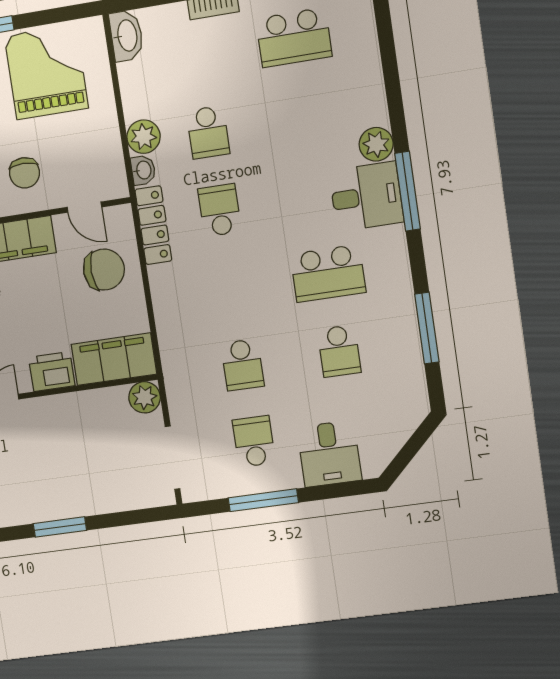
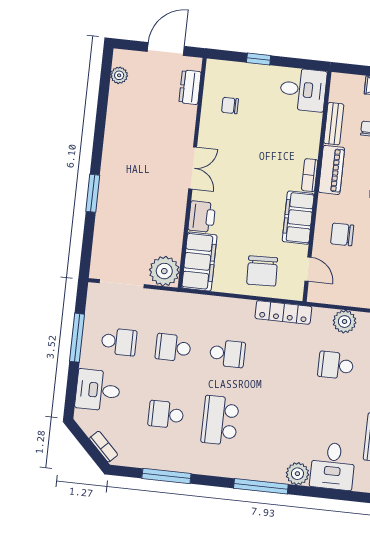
washbasin: (143, 170) -> (322, 315), removed
desk: (366, 196) -> (333, 466), moved
door: (84, 207) -> (308, 269), swing flipped
school desk: (220, 210) -> (227, 354), moved
plant: (145, 397) -> (164, 271), width x1.36, depth x1.36
bookcase: (407, 426) -> (103, 447), added

